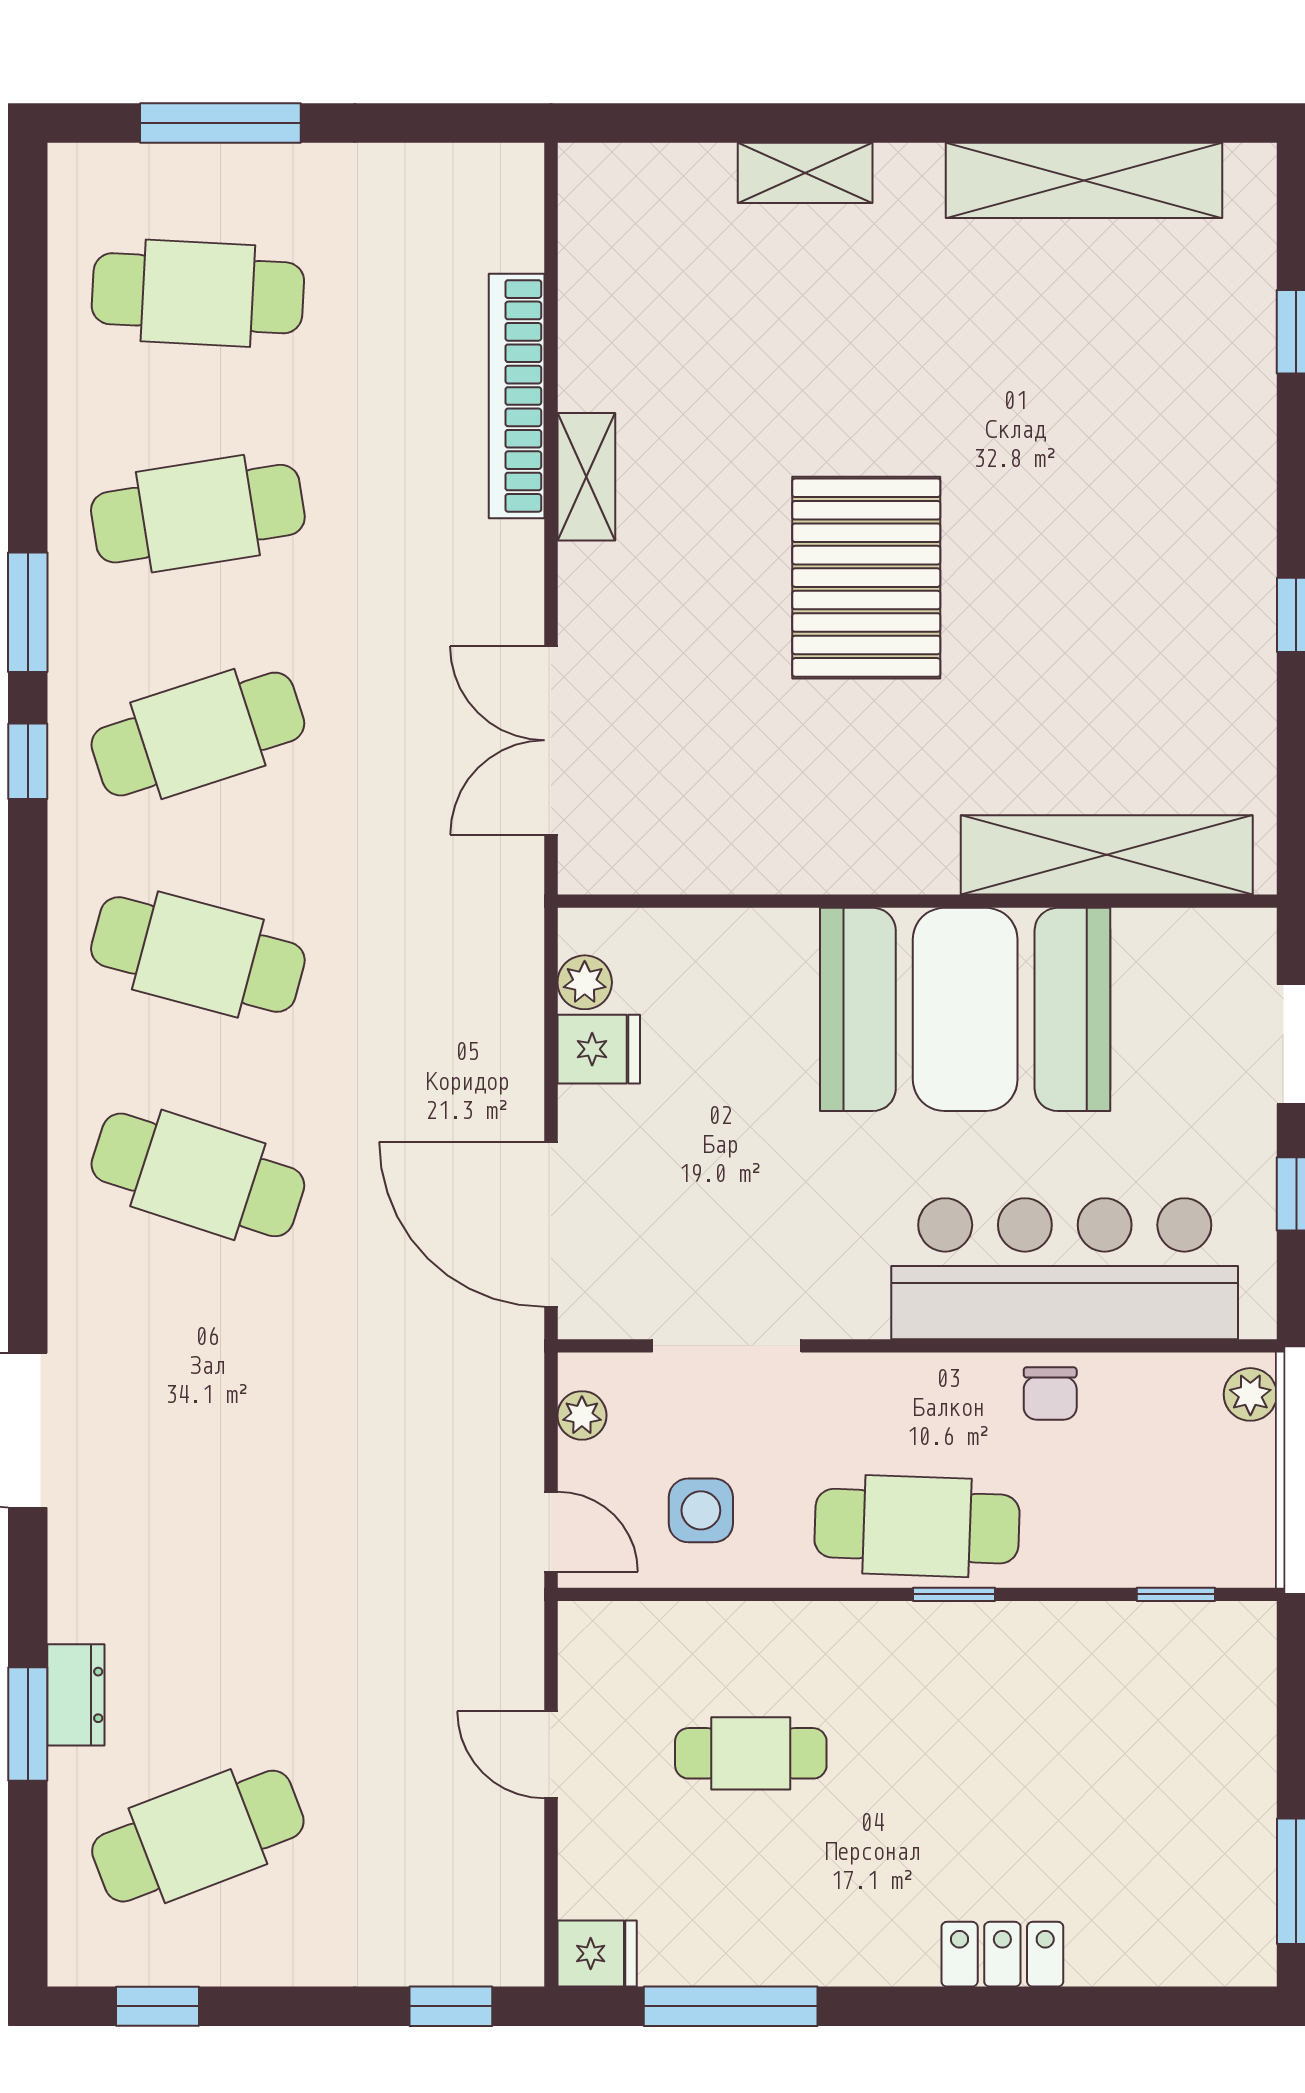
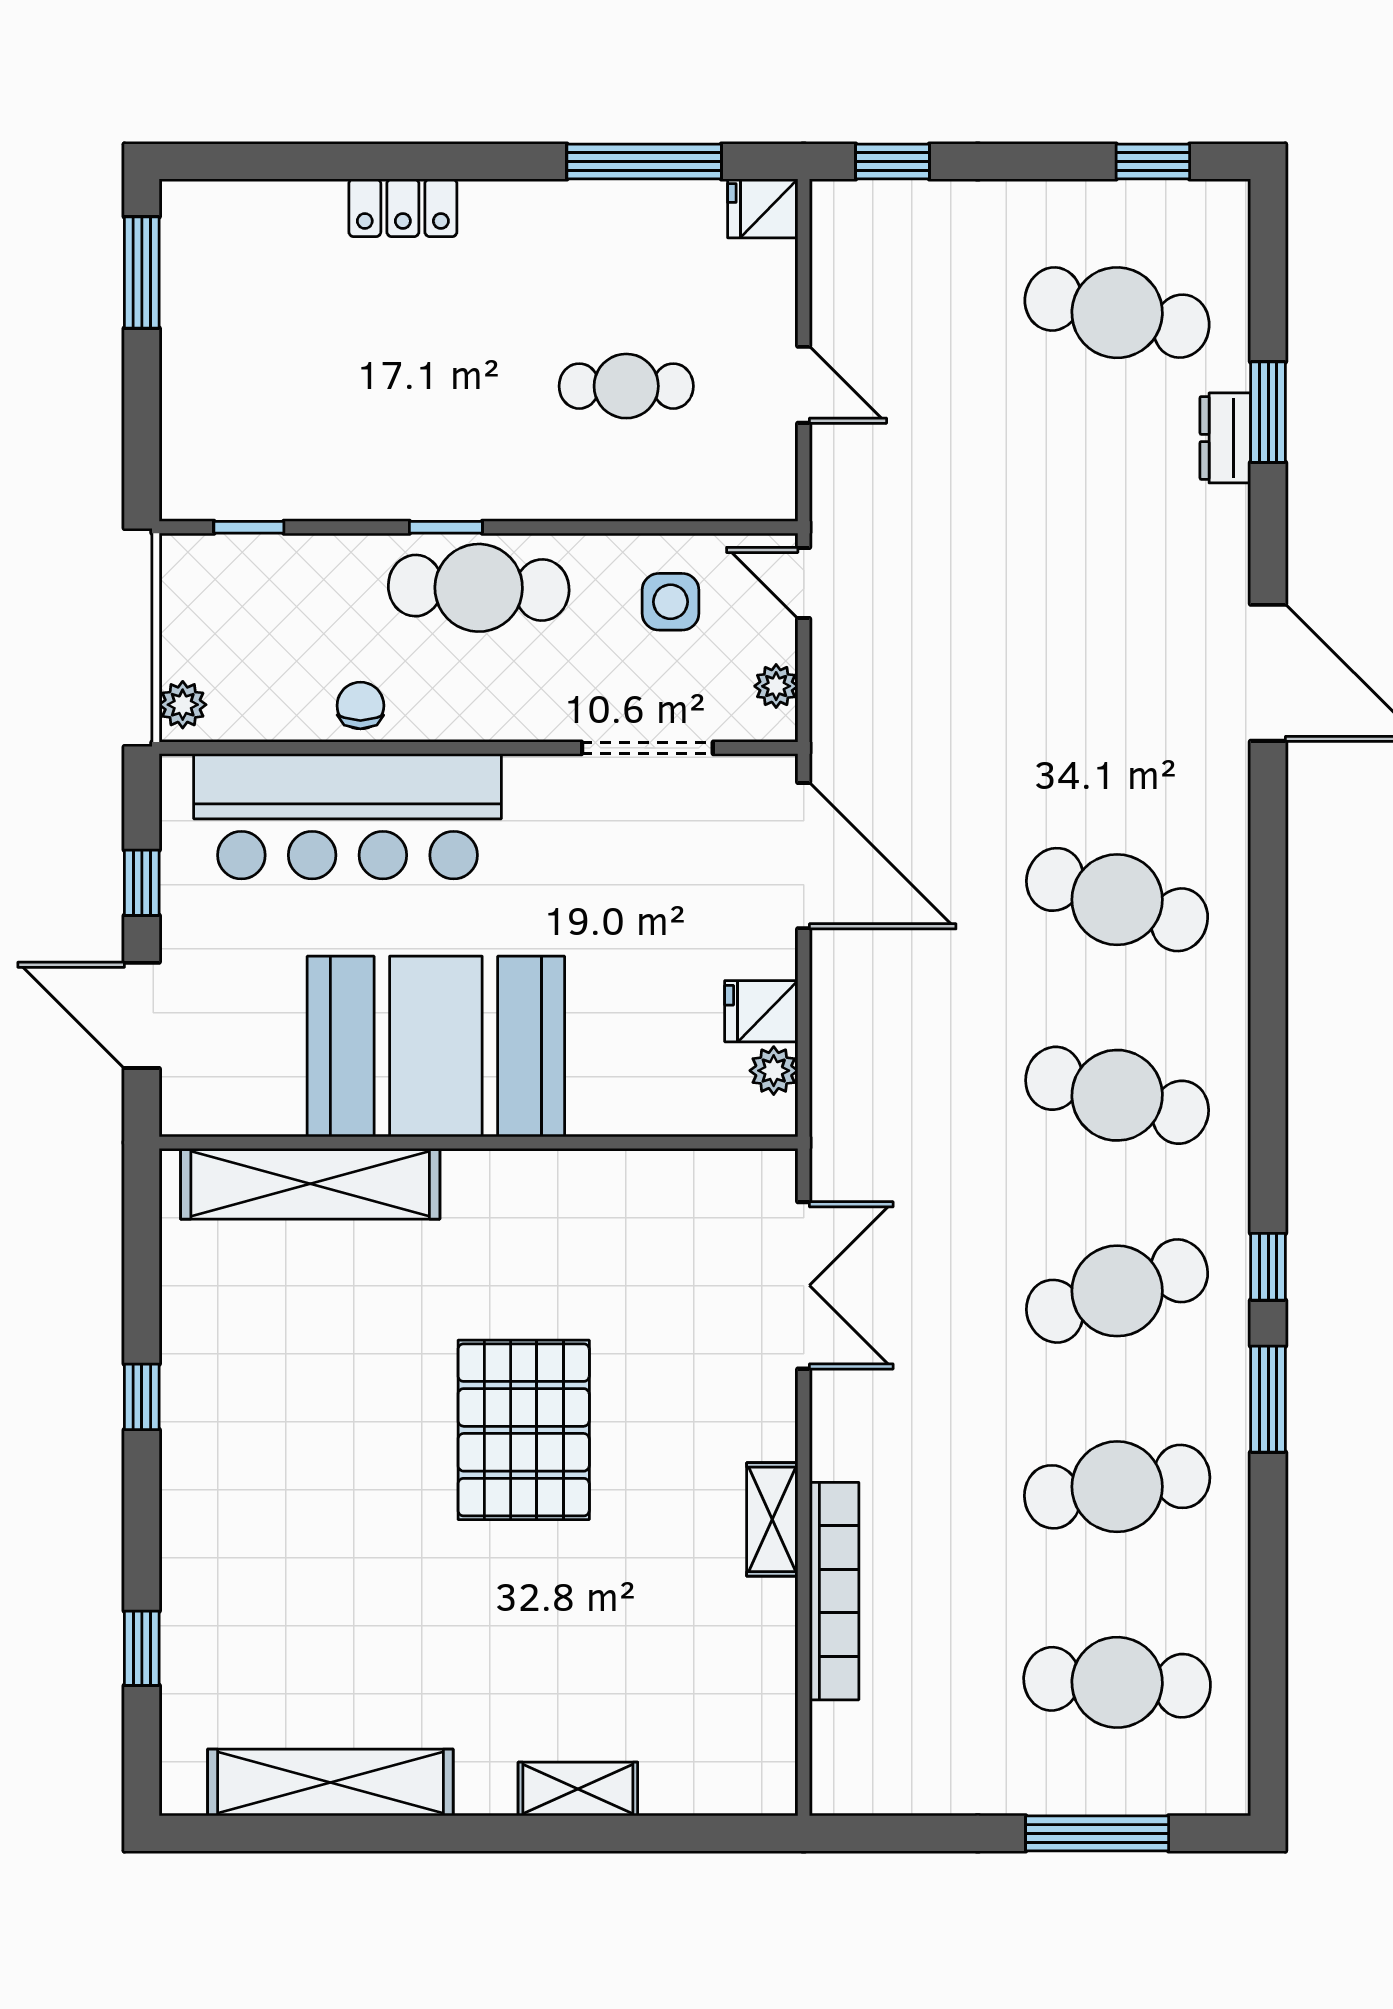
cafe table: (198, 1836) -> (1117, 313), turned 33

